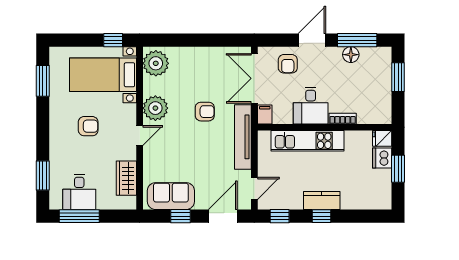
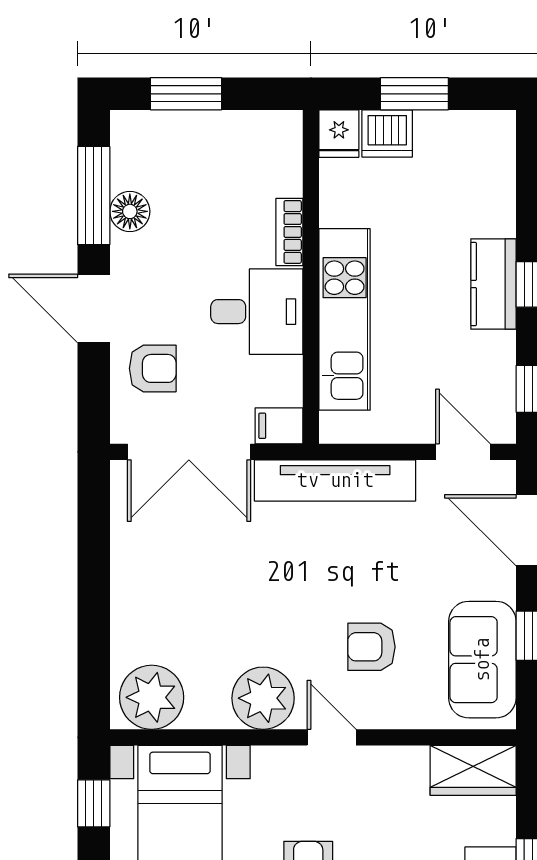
armchair: (205, 112) -> (371, 647), moved, turned -90
wardrobe: (126, 178) -> (473, 770), moved

